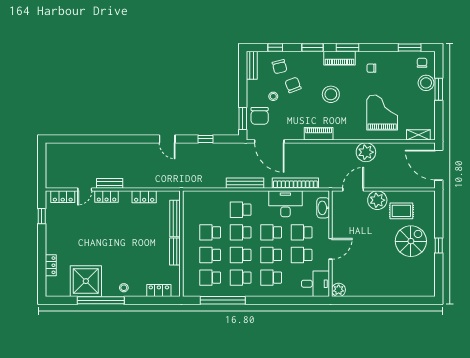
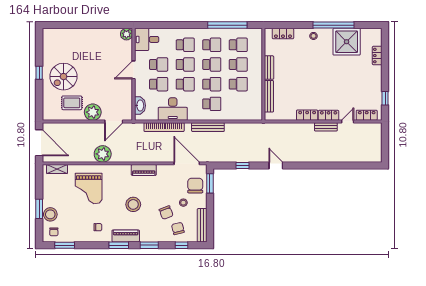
bench: (252, 65) -> (202, 225), width x1.36
locker: (144, 197) -> (307, 115), moved

